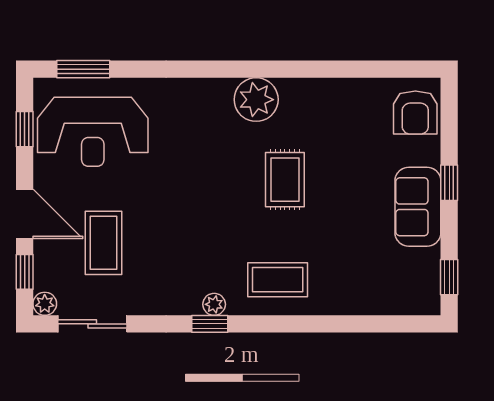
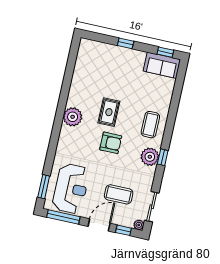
armchair: (415, 112) -> (111, 143), moved
window: (25, 129) -> (63, 217), width x2.17
rug: (285, 180) -> (109, 112), turned 90
sofa: (418, 207) -> (162, 65), moved
plant: (214, 304) -> (150, 157), width x1.88, depth x1.88

